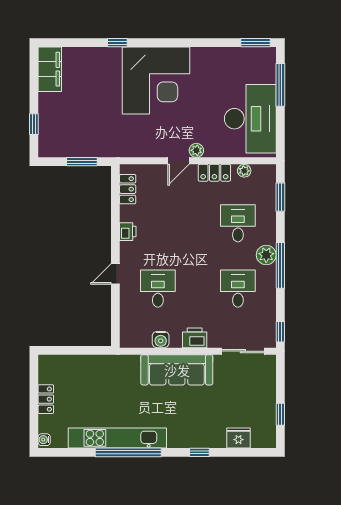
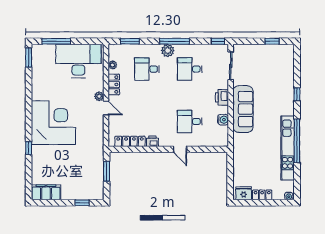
locker: (128, 189) -> (130, 141), width x1.53
fridge: (238, 438) -> (244, 193), moved, turned 90

